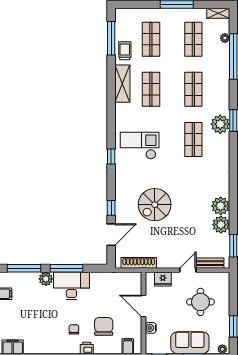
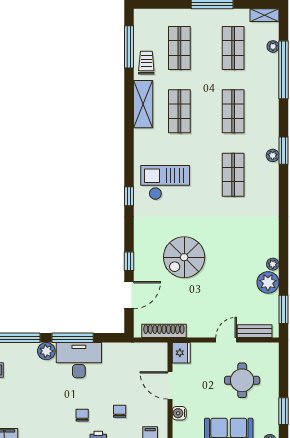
plant: (220, 124) -> (273, 155), width x0.53, depth x0.53
plant: (221, 206) -> (273, 264), width x0.53, depth x0.53
fridge: (163, 279) -> (181, 353), moved, turned -90
chair: (104, 326) -> (120, 411), width x0.54, depth x0.54

